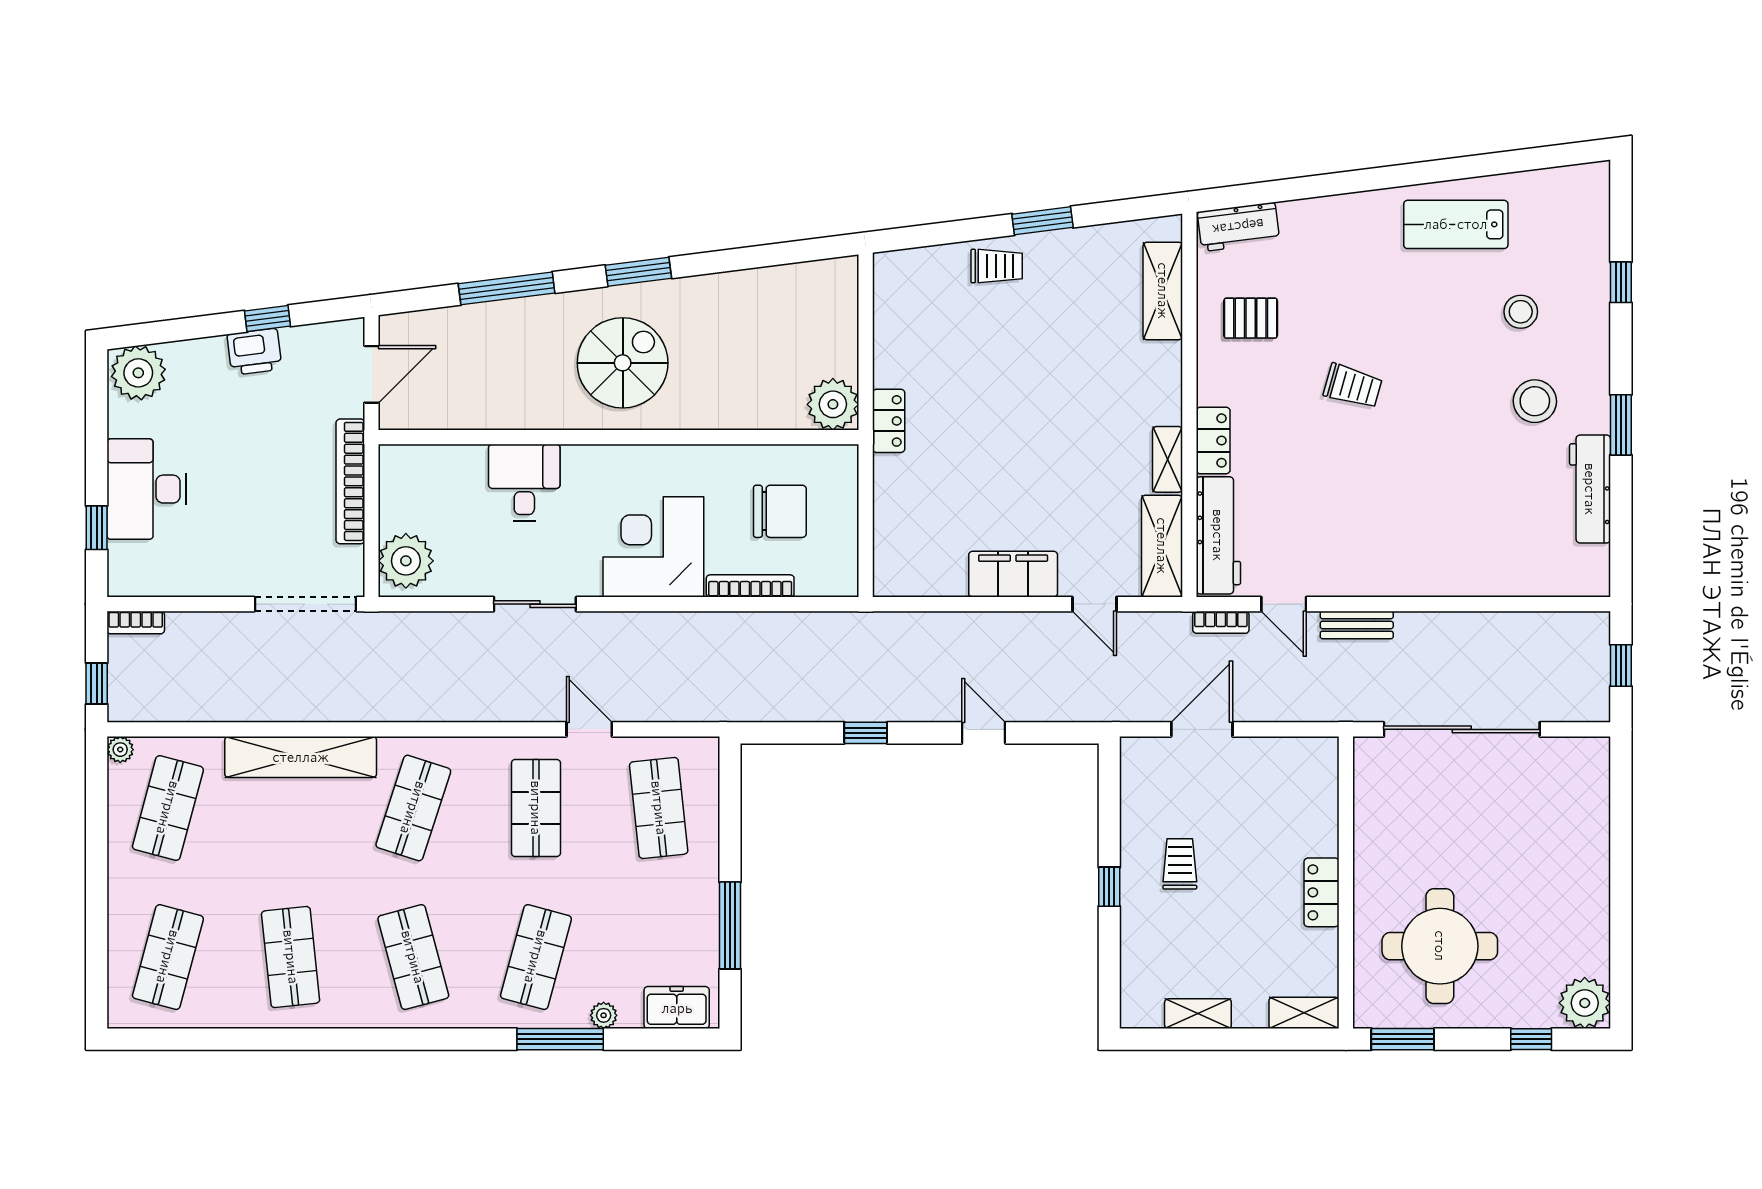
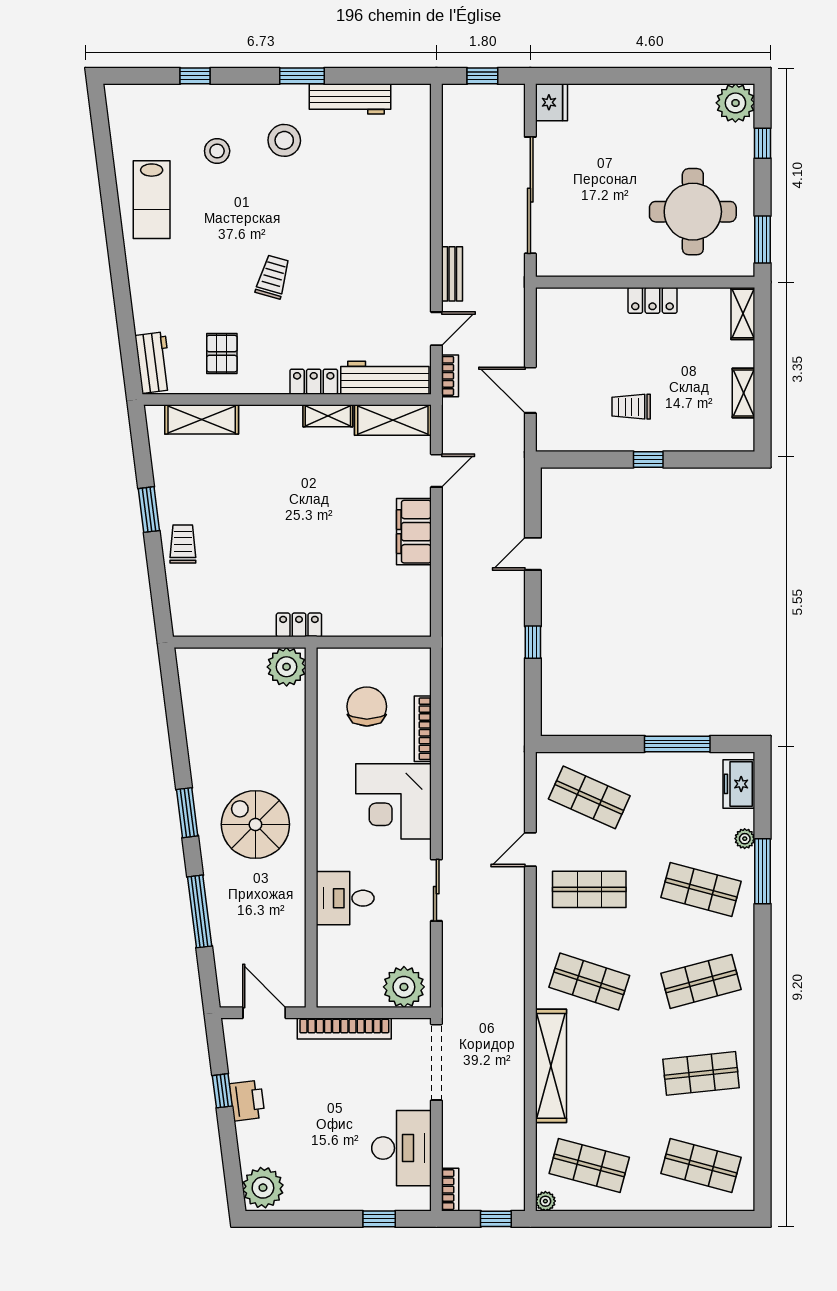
desk: (147, 489) -> (401, 1148), moved, turned -90
fridge: (1586, 758) -> (551, 102), added
shop shelf: (659, 808) -> (589, 797), turned 30

